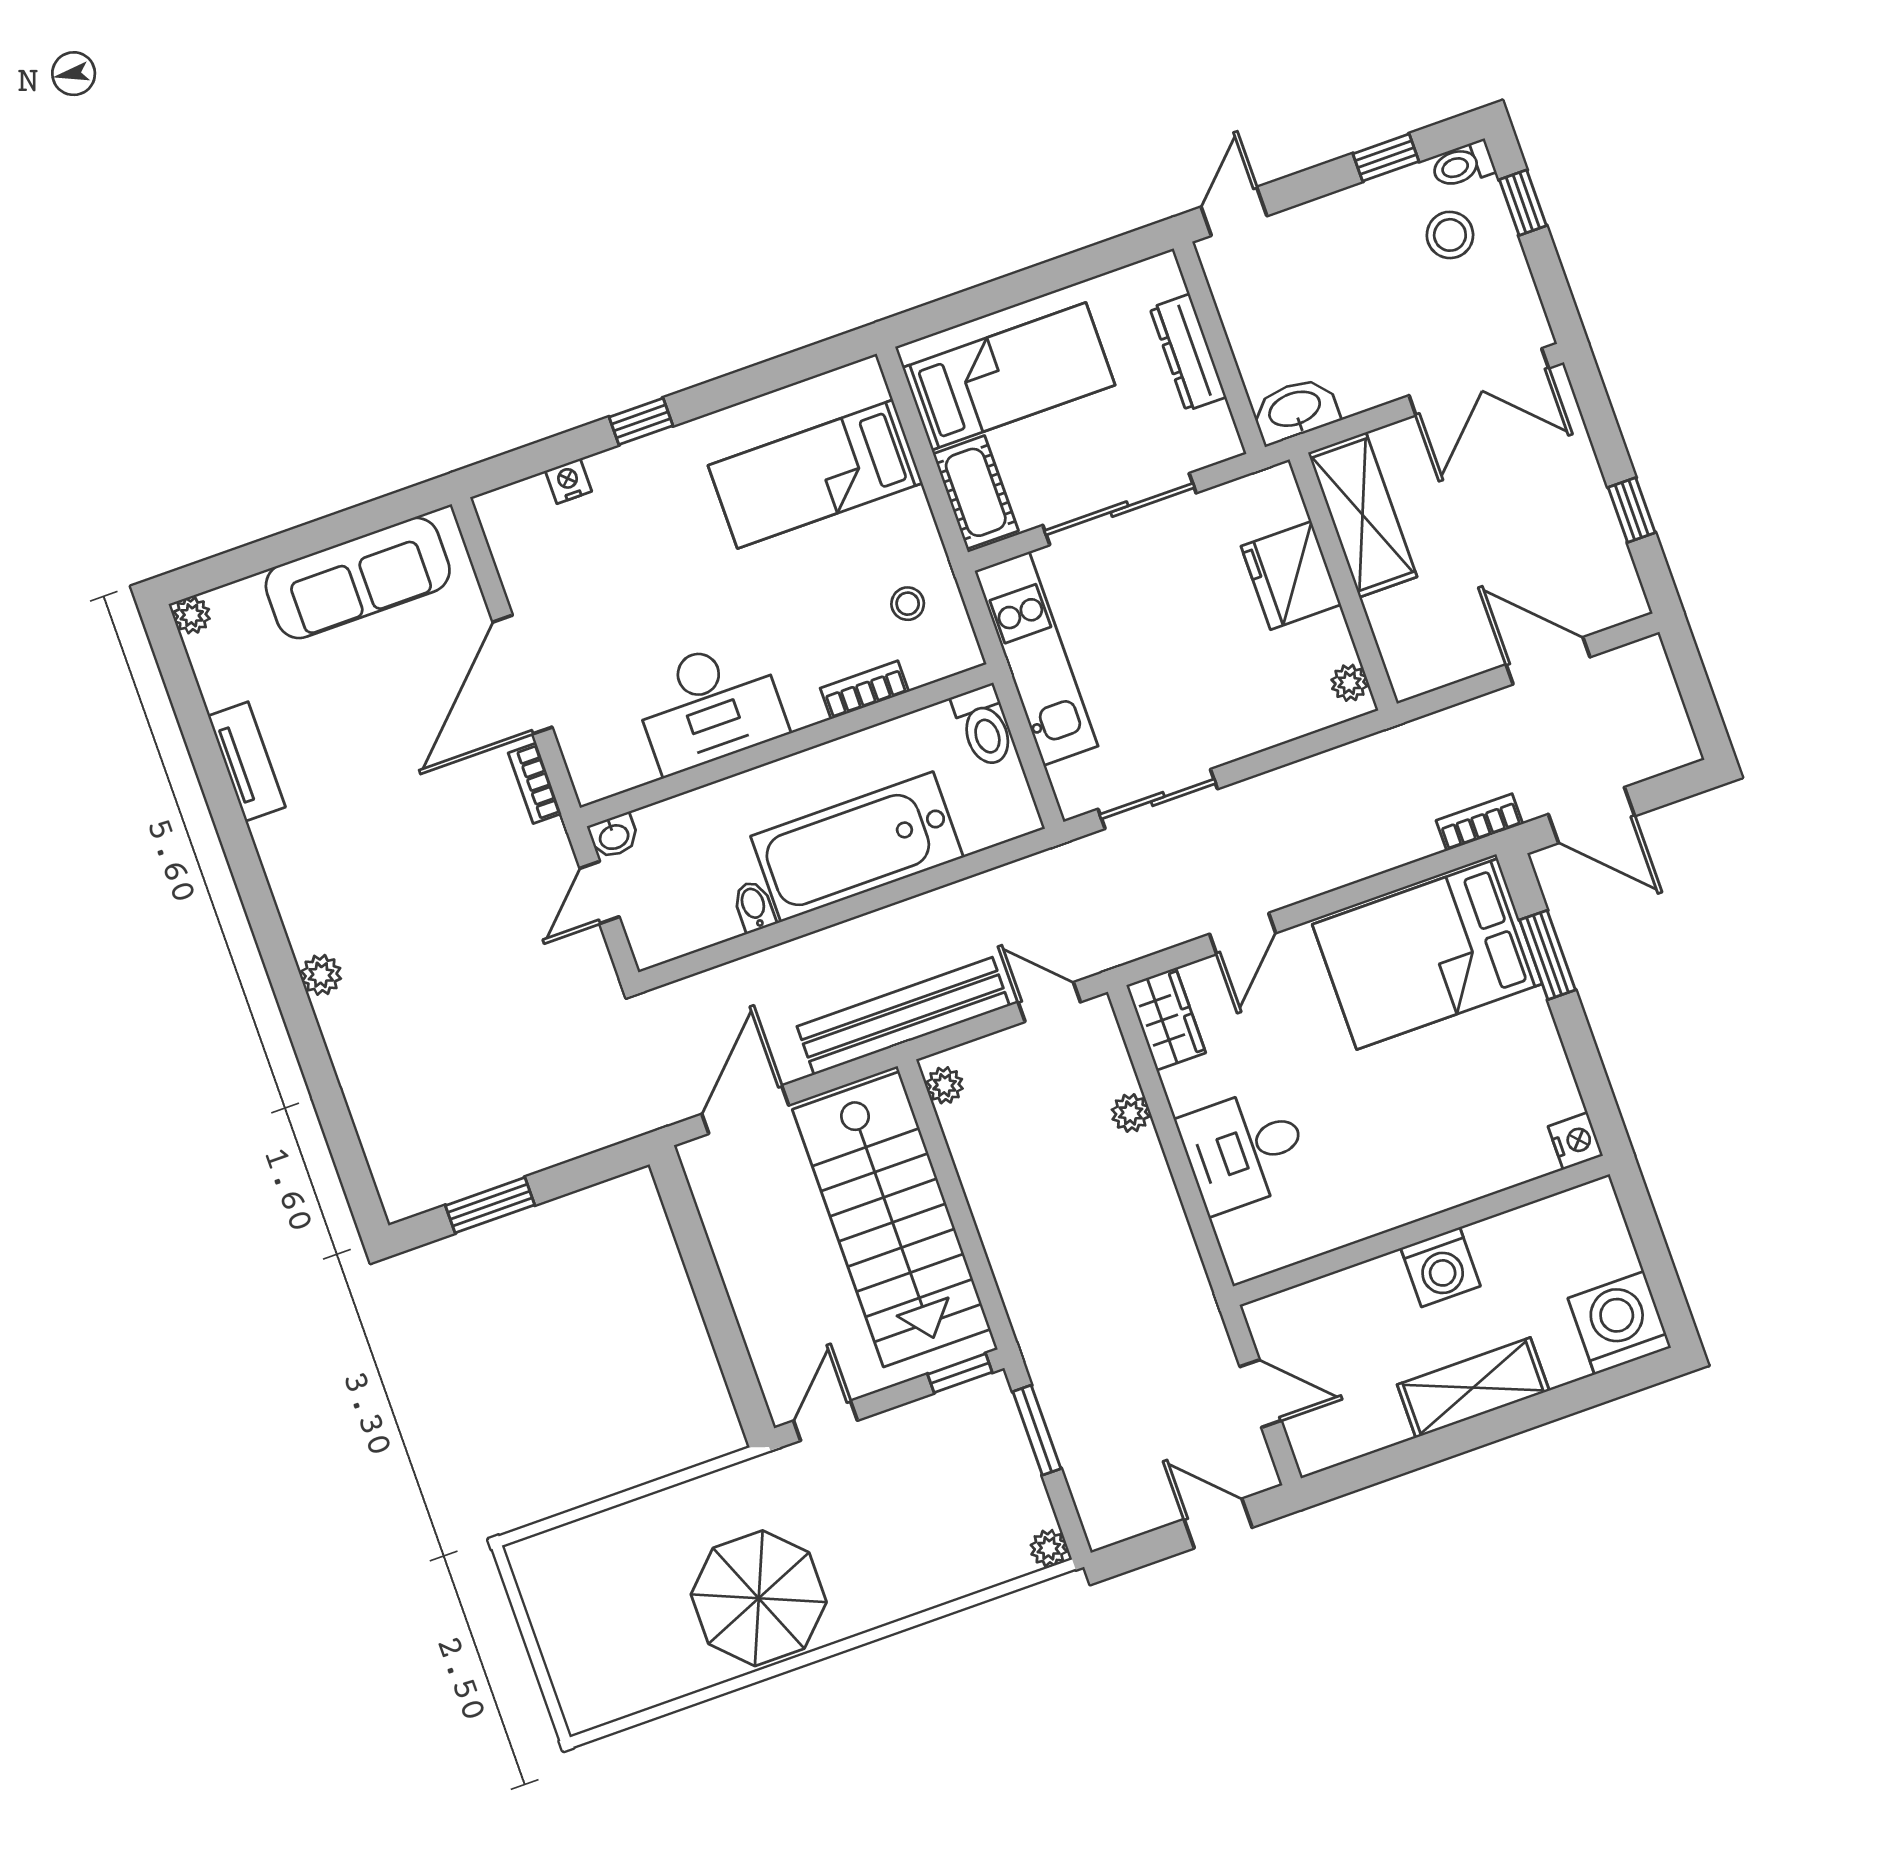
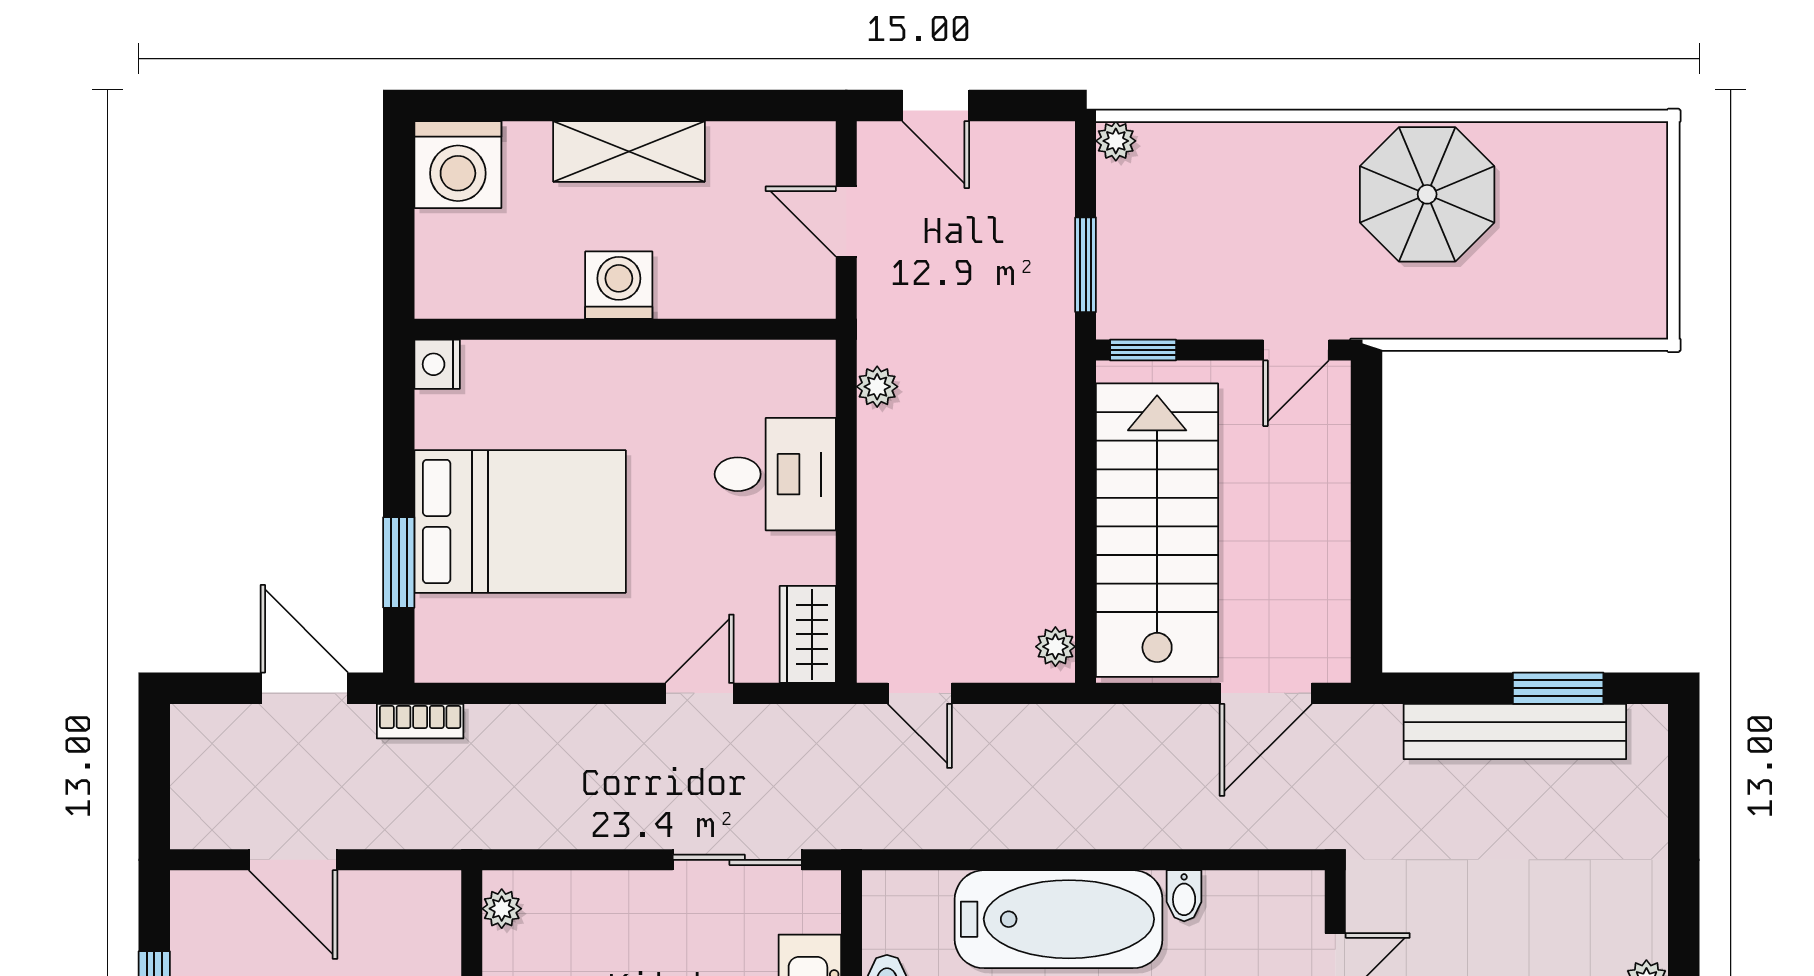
bed: (1427, 954) -> (520, 521), moved
bench: (903, 1016) -> (1515, 731), moved
plant: (1131, 1113) -> (877, 387), moved

